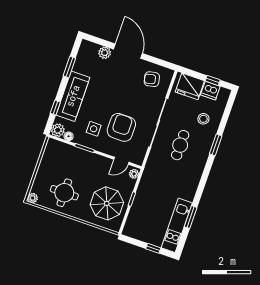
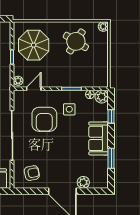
sofa: (73, 96) -> (99, 138), width x0.73
round table: (64, 193) -> (76, 41), turned 32

